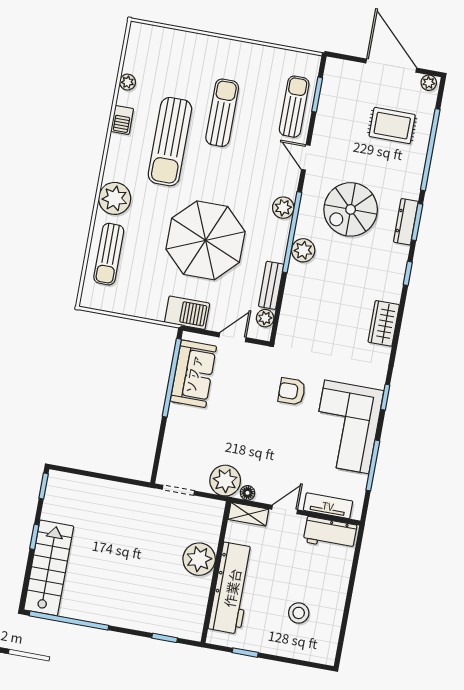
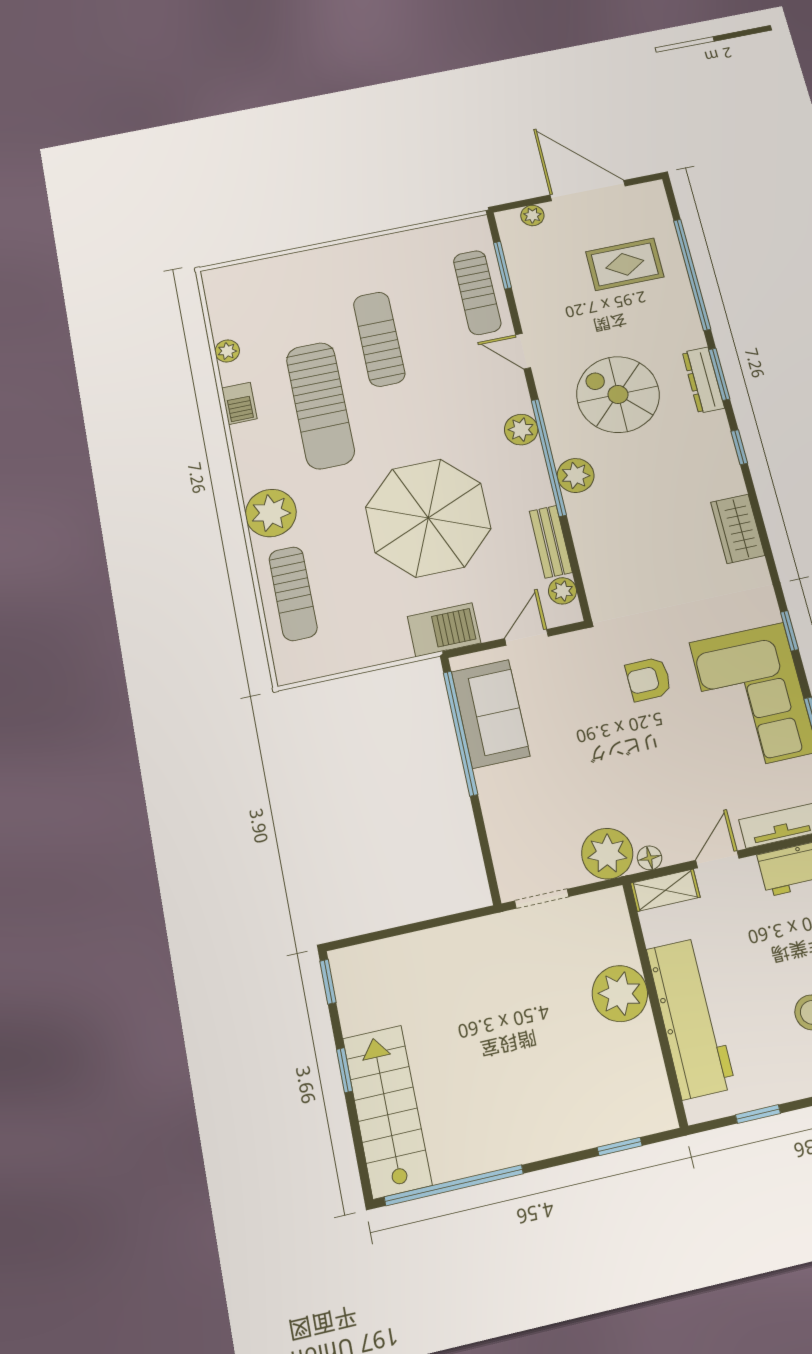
plant: (429, 83) -> (532, 215), moved
sun lounger: (294, 107) -> (477, 292), turned 180
spiral stairs: (351, 209) -> (618, 394), turned 90

